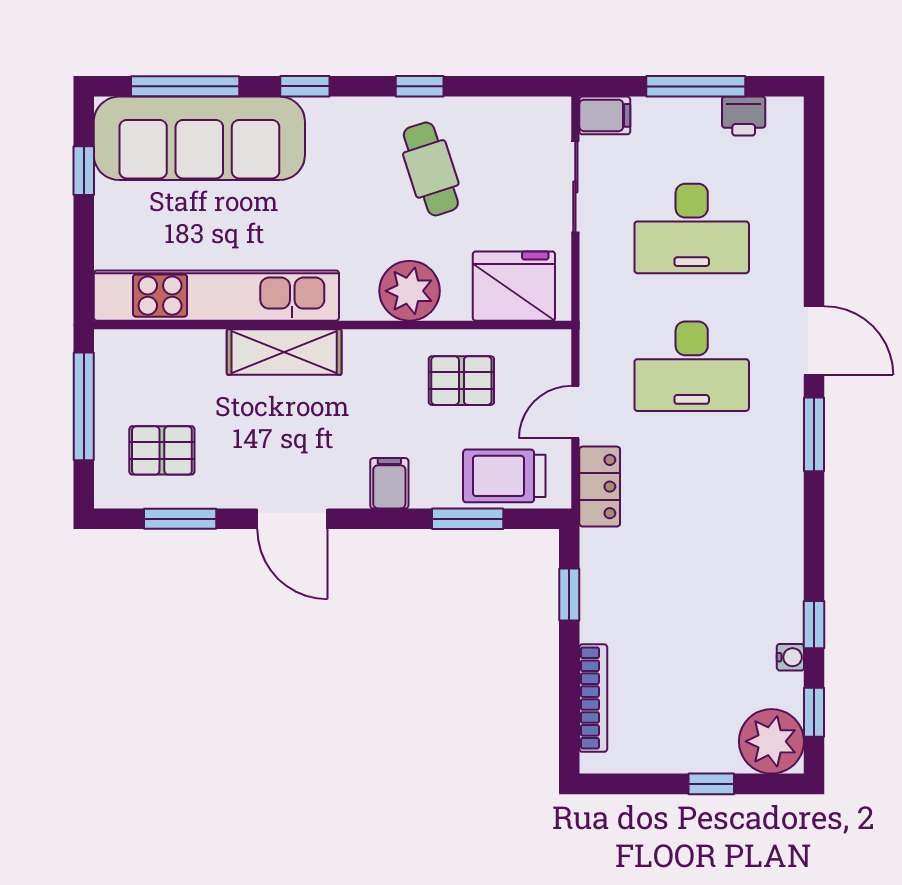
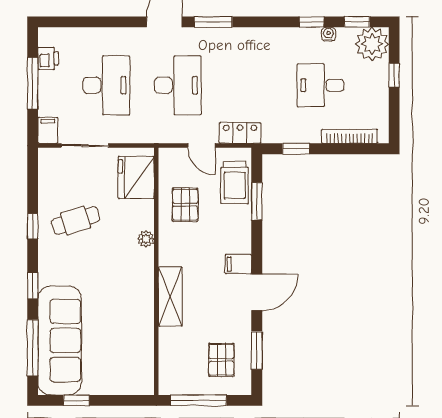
plant: (410, 291) -> (146, 239), width x0.53, depth x0.53
kitchen unit: (216, 296) -> (141, 332), removed
filing cabinet: (389, 483) -> (238, 264), moved
desk: (692, 642) -> (321, 85), added

